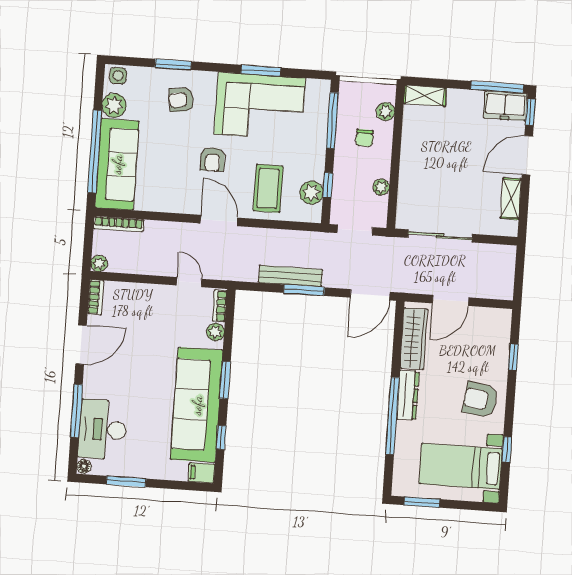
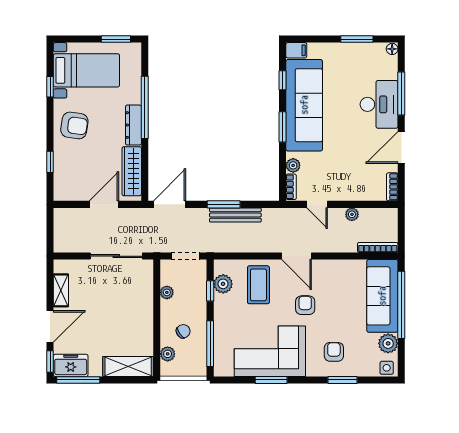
shelving: (425, 96) -> (128, 366), width x1.50, depth x1.33
armchair: (181, 100) -> (334, 352), turned -83
chair: (364, 138) -> (183, 331), turned 56
plant: (99, 263) -> (352, 214), moved
desk: (103, 429) -> (379, 104), moved

